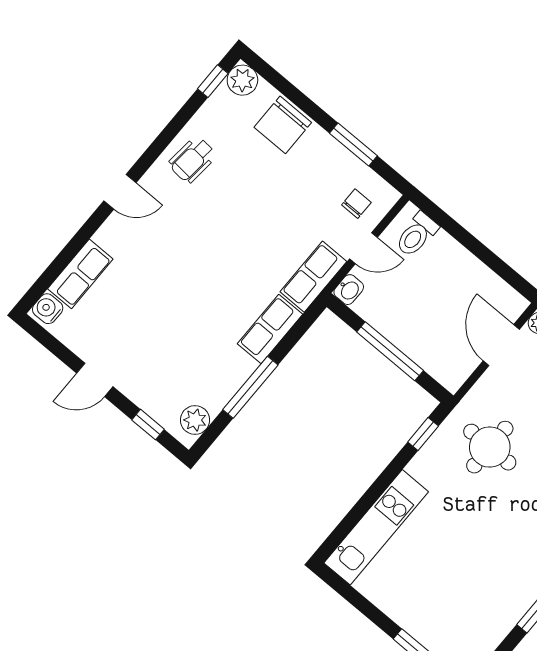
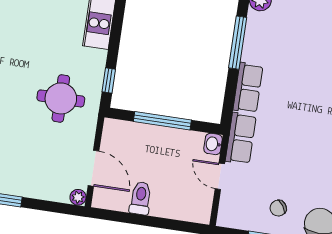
chair: (356, 204) -> (278, 208), moved, turned 55
toilet: (417, 235) -> (141, 198), moved
door: (363, 248) -> (220, 176), hinge flipped

